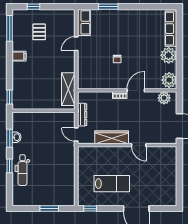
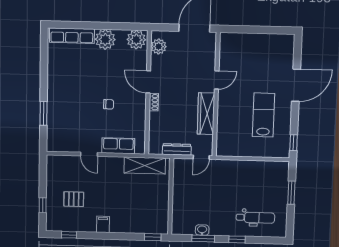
row of seats: (84, 22) -> (118, 146), moved
window: (10, 28) -> (69, 235), width x0.46
dental chair: (22, 170) -> (255, 218), moved

